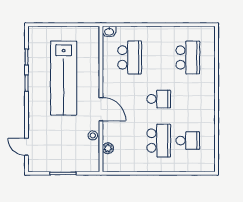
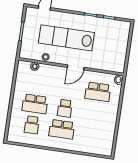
school desk: (188, 57) -> (62, 129), moved
lab bench: (64, 78) -> (66, 38), moved
door: (101, 109) -> (76, 67), moved

